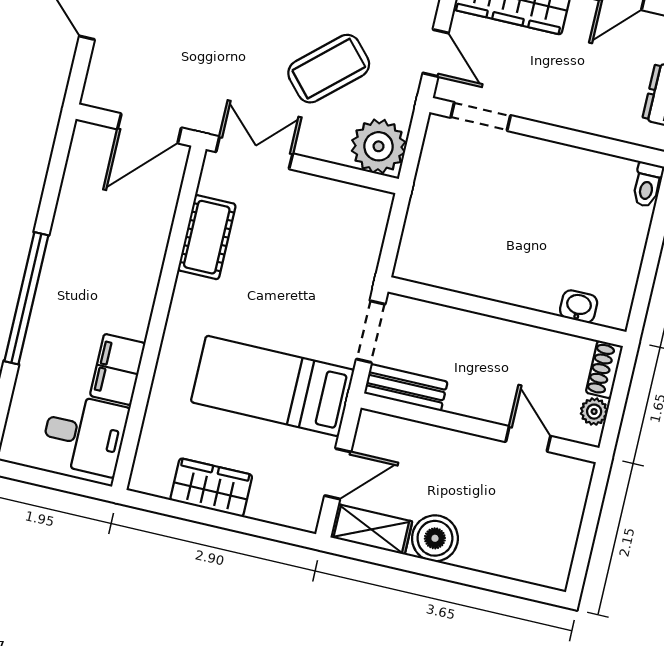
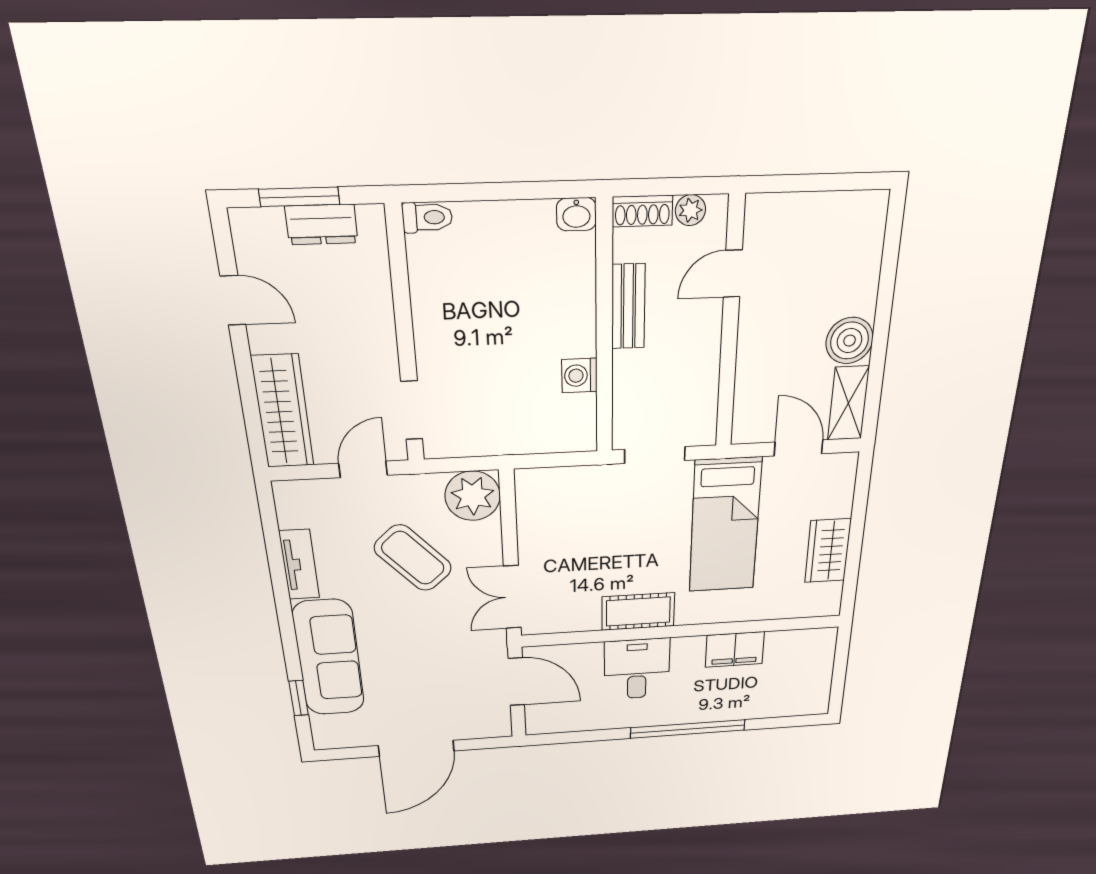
cot: (207, 237) -> (638, 612), moved
washing machine: (471, 279) -> (579, 375), added
washbasin: (579, 306) -> (576, 214), moved, turned -90
bench: (406, 388) -> (628, 307), moved
desk: (85, 435) -> (637, 669), moved

